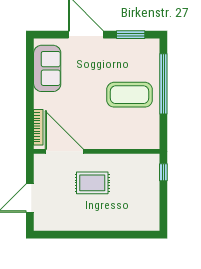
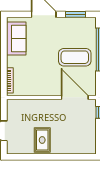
door: (64, 151) -> (75, 97), moved
rug: (92, 183) -> (42, 140), moved, turned 90

